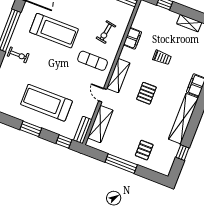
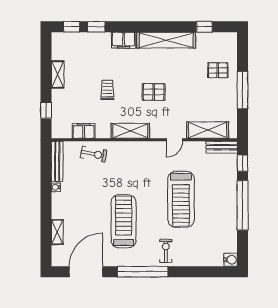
exercise bike: (106, 32) -> (94, 154), moved
filing cabinet: (132, 38) -> (84, 131), moved
exercise mat: (93, 61) -> (141, 166), removed
shelving: (118, 76) -> (130, 131), moved
treadmill: (46, 103) -> (181, 199), moved
window: (31, 129) -> (243, 205), width x2.11

